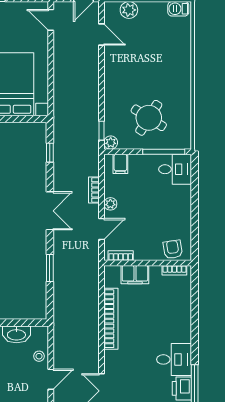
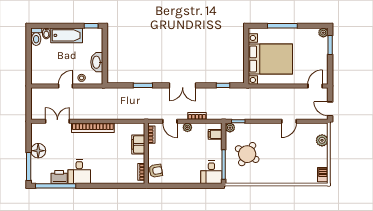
door: (102, 35) -> (289, 121), moved
bookcase: (111, 319) -> (93, 128), moved
door: (51, 379) -> (66, 86), swing flipped

